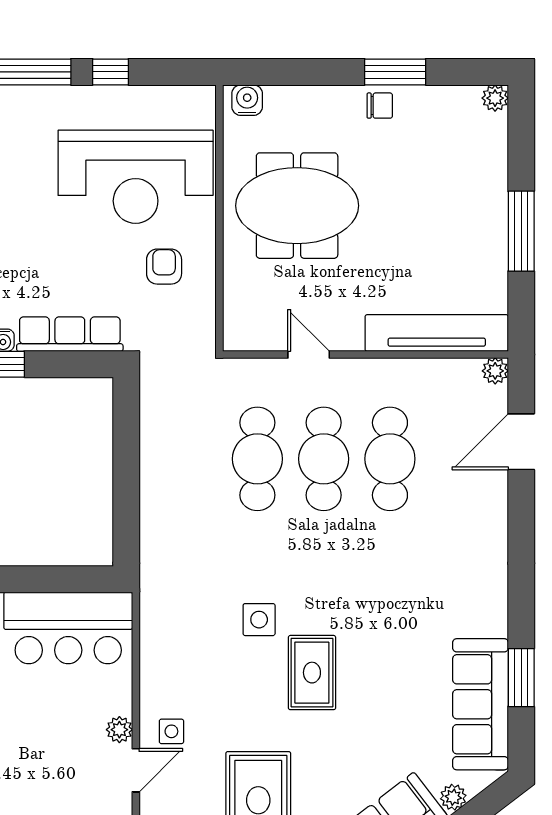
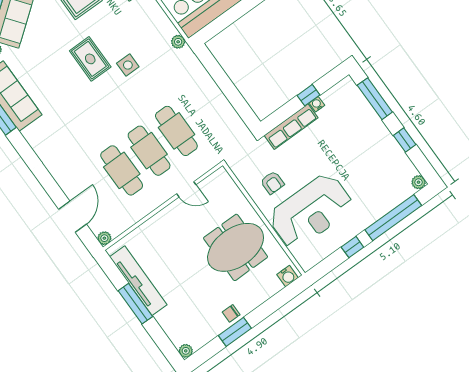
reception desk: (136, 177) -> (311, 211), turned 180
tv unit: (437, 333) -> (138, 281), moved, turned -90
plant: (152, 599) -> (178, 42), added

